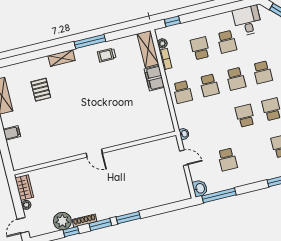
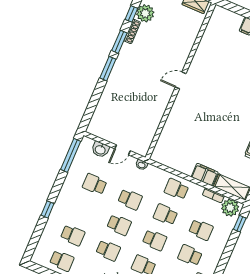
plant: (162, 43) -> (230, 208), width x1.87, depth x1.87
school desk: (236, 79) -> (155, 240), turned 180
school desk: (218, 122) -> (130, 199), added
washbasin: (200, 188) -> (100, 149), moved

